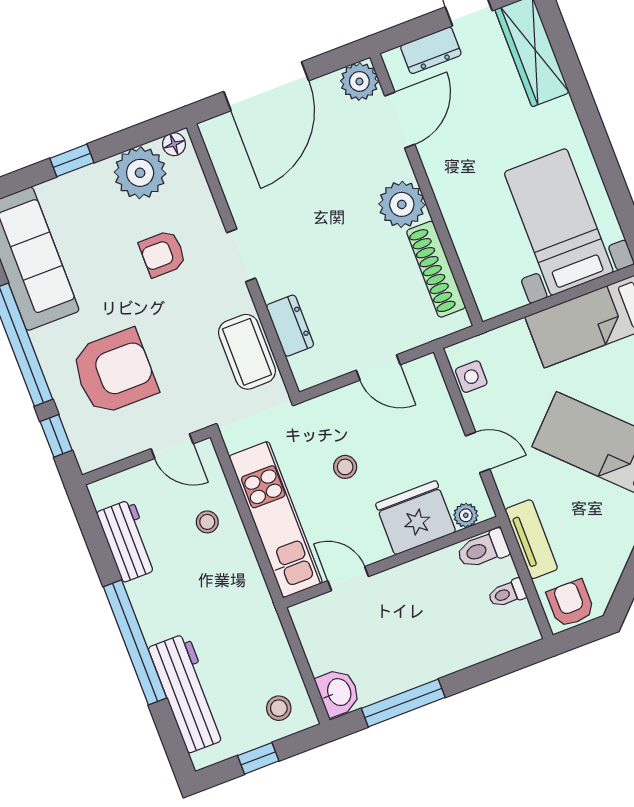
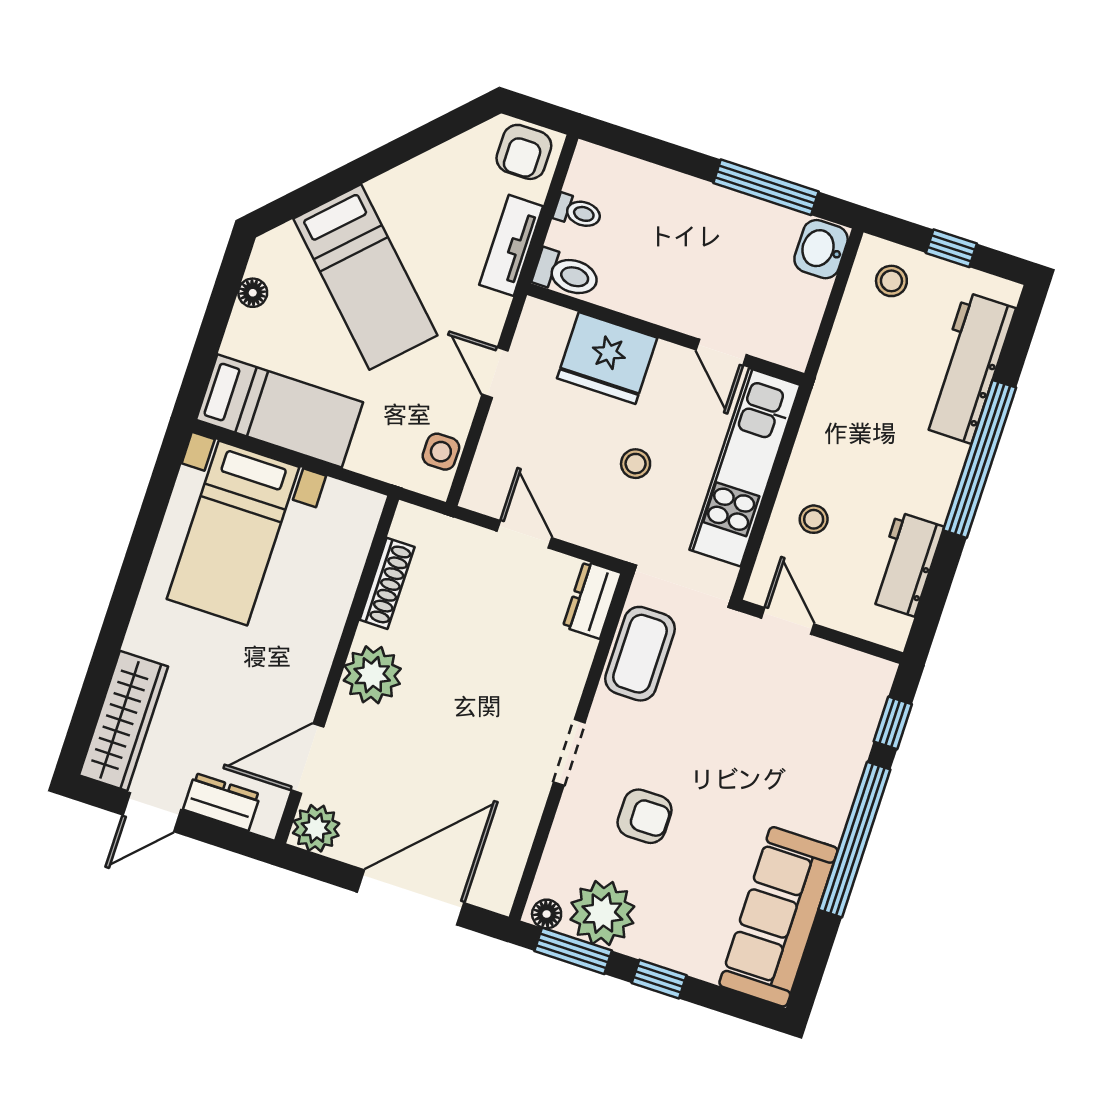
window: (139, 135) -> (573, 951), added
shoe rack: (436, 269) -> (387, 583), width x0.74, depth x0.81
dresser: (290, 326) -> (592, 600), moved
armchair: (114, 372) -> (785, 739), removed
plant: (466, 515) -> (556, 321), removed

